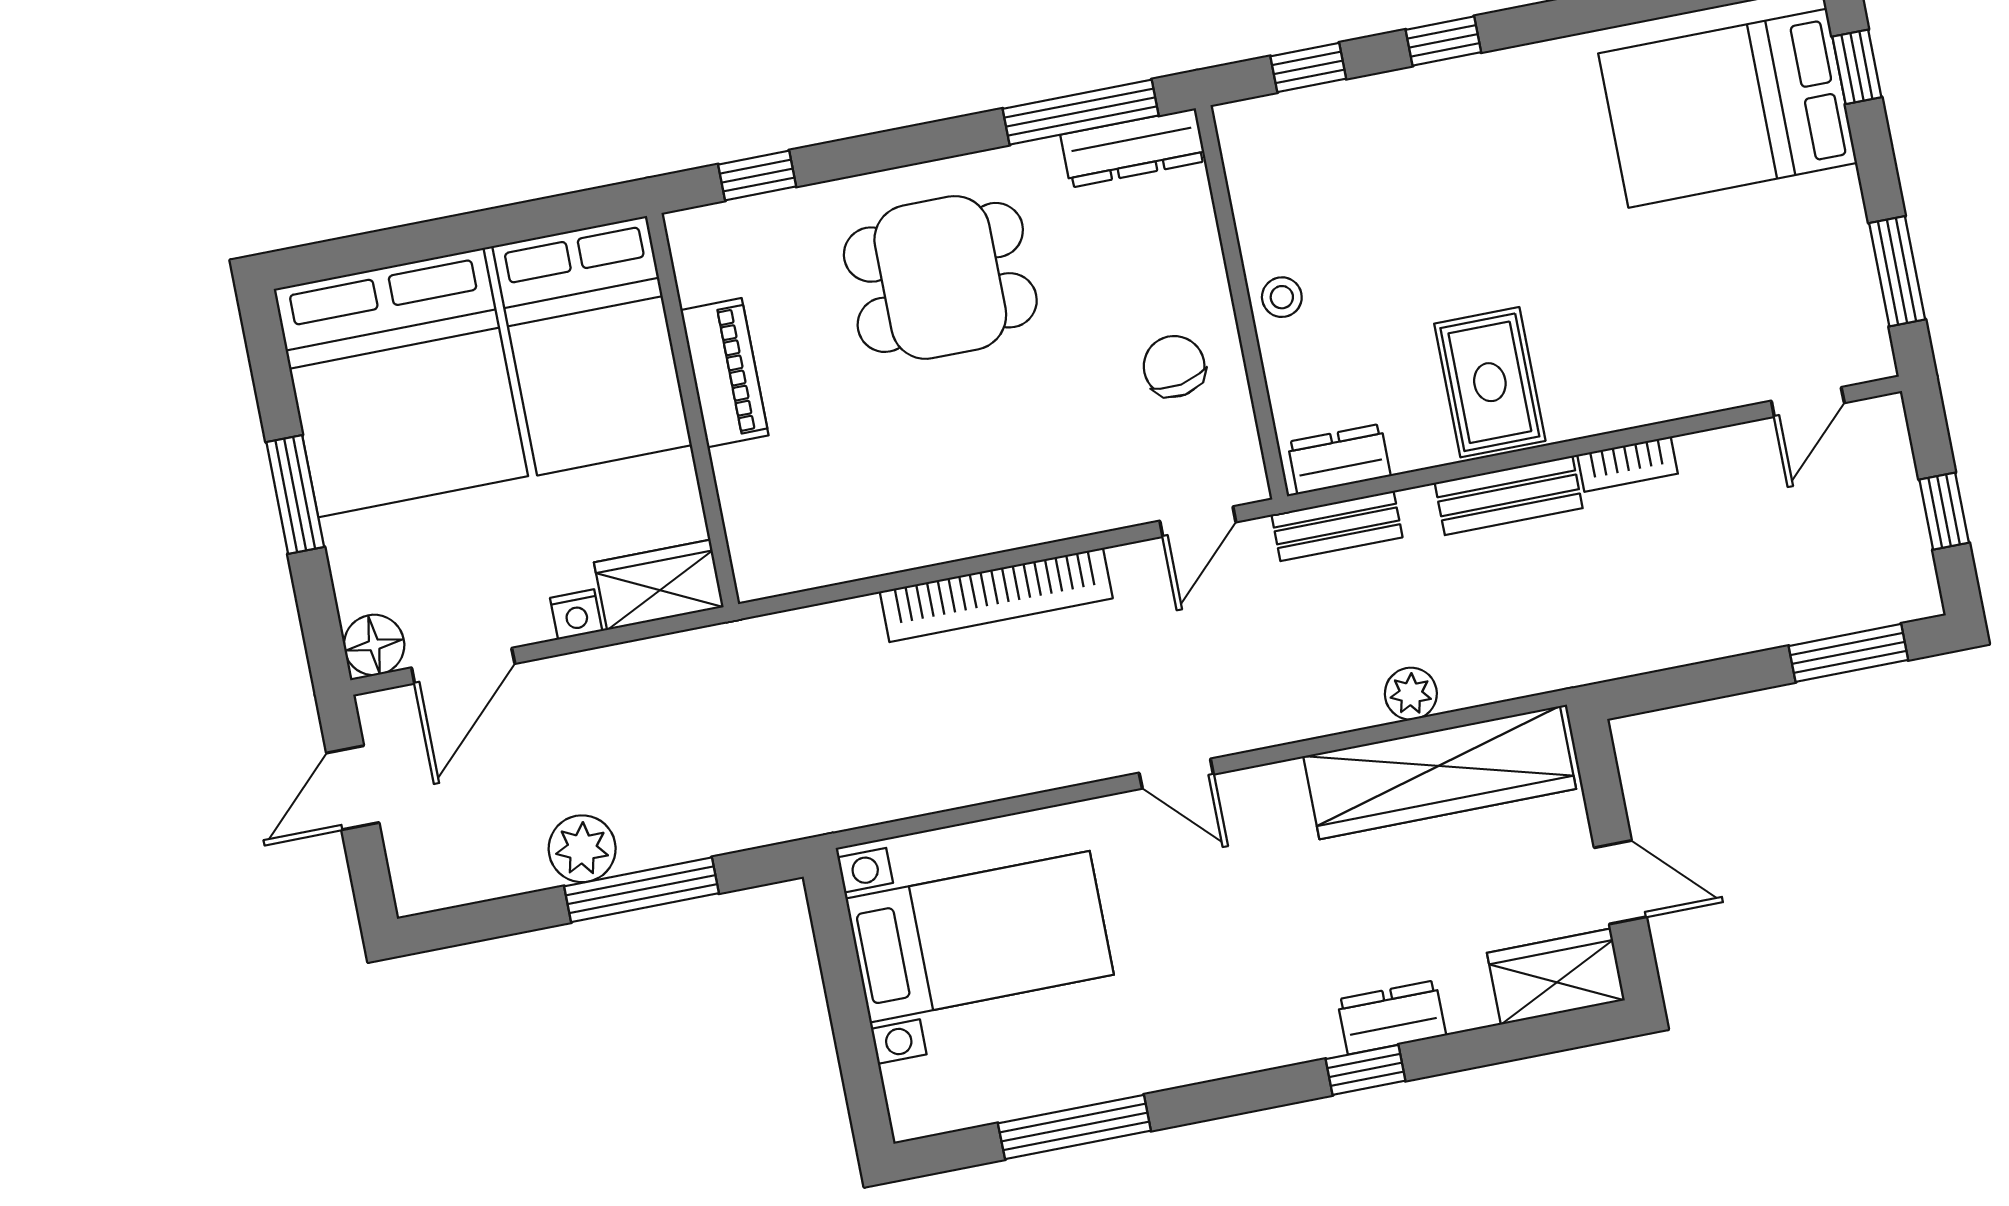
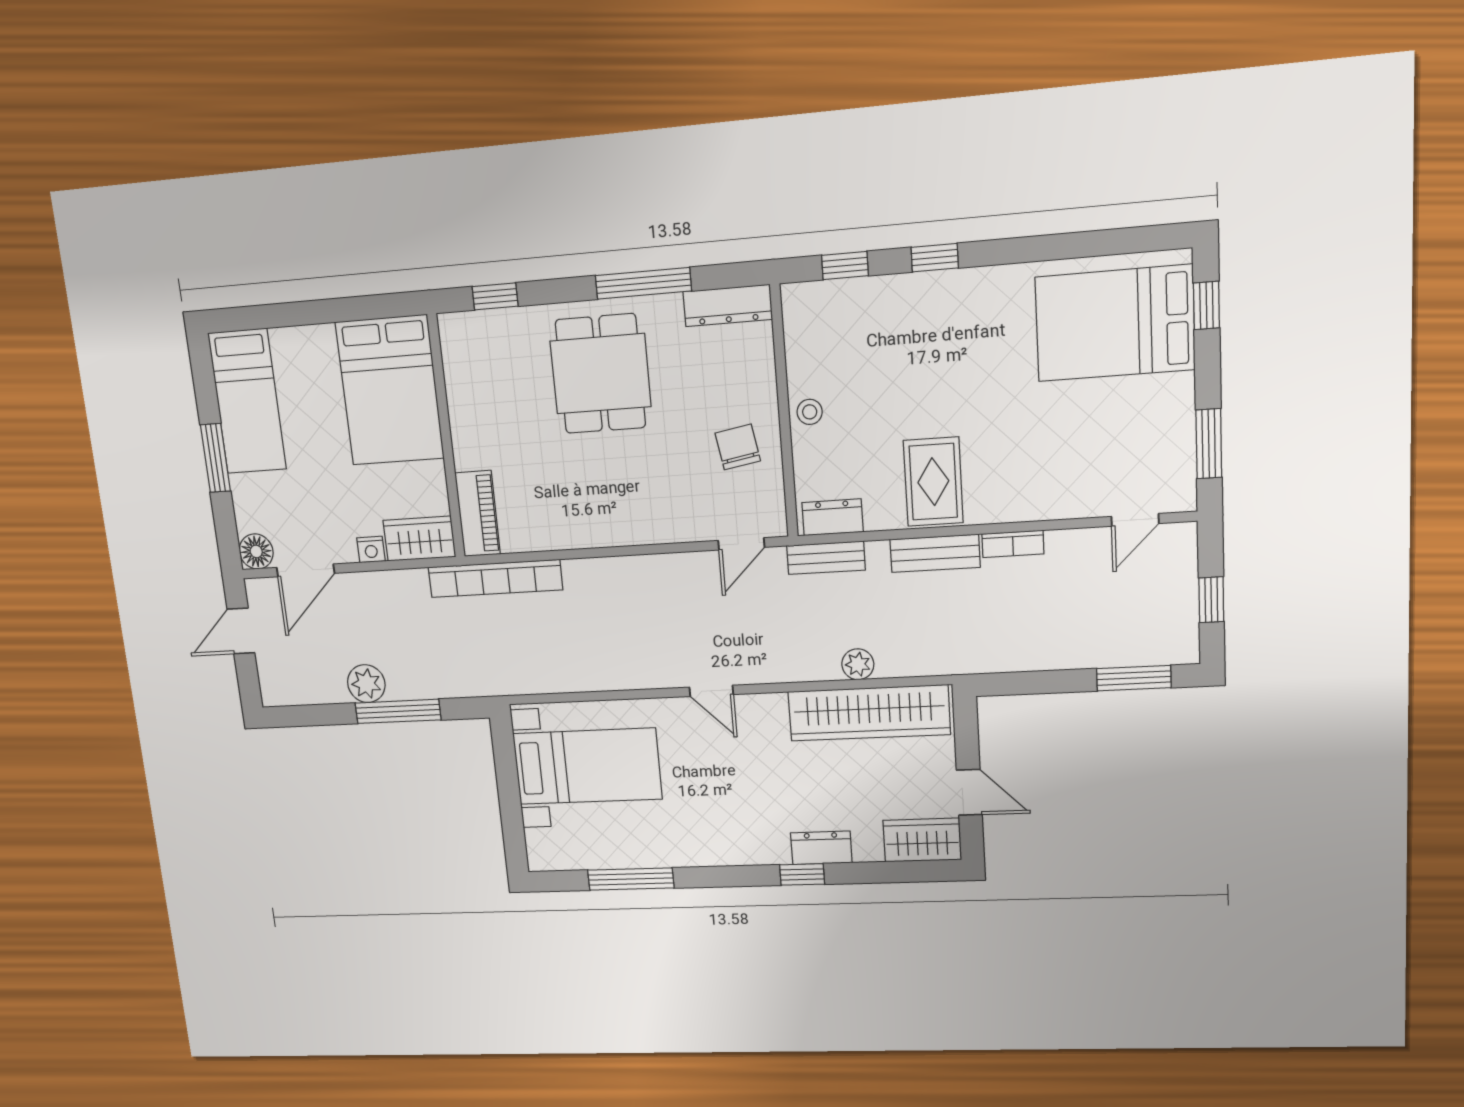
window: (1081, 112) -> (643, 283), moved
dining table: (940, 277) -> (601, 374), turned 90
piano: (725, 373) -> (478, 514), moved
bed: (401, 383) -> (247, 401), width x0.49
bookcase: (996, 595) -> (495, 578), moved

